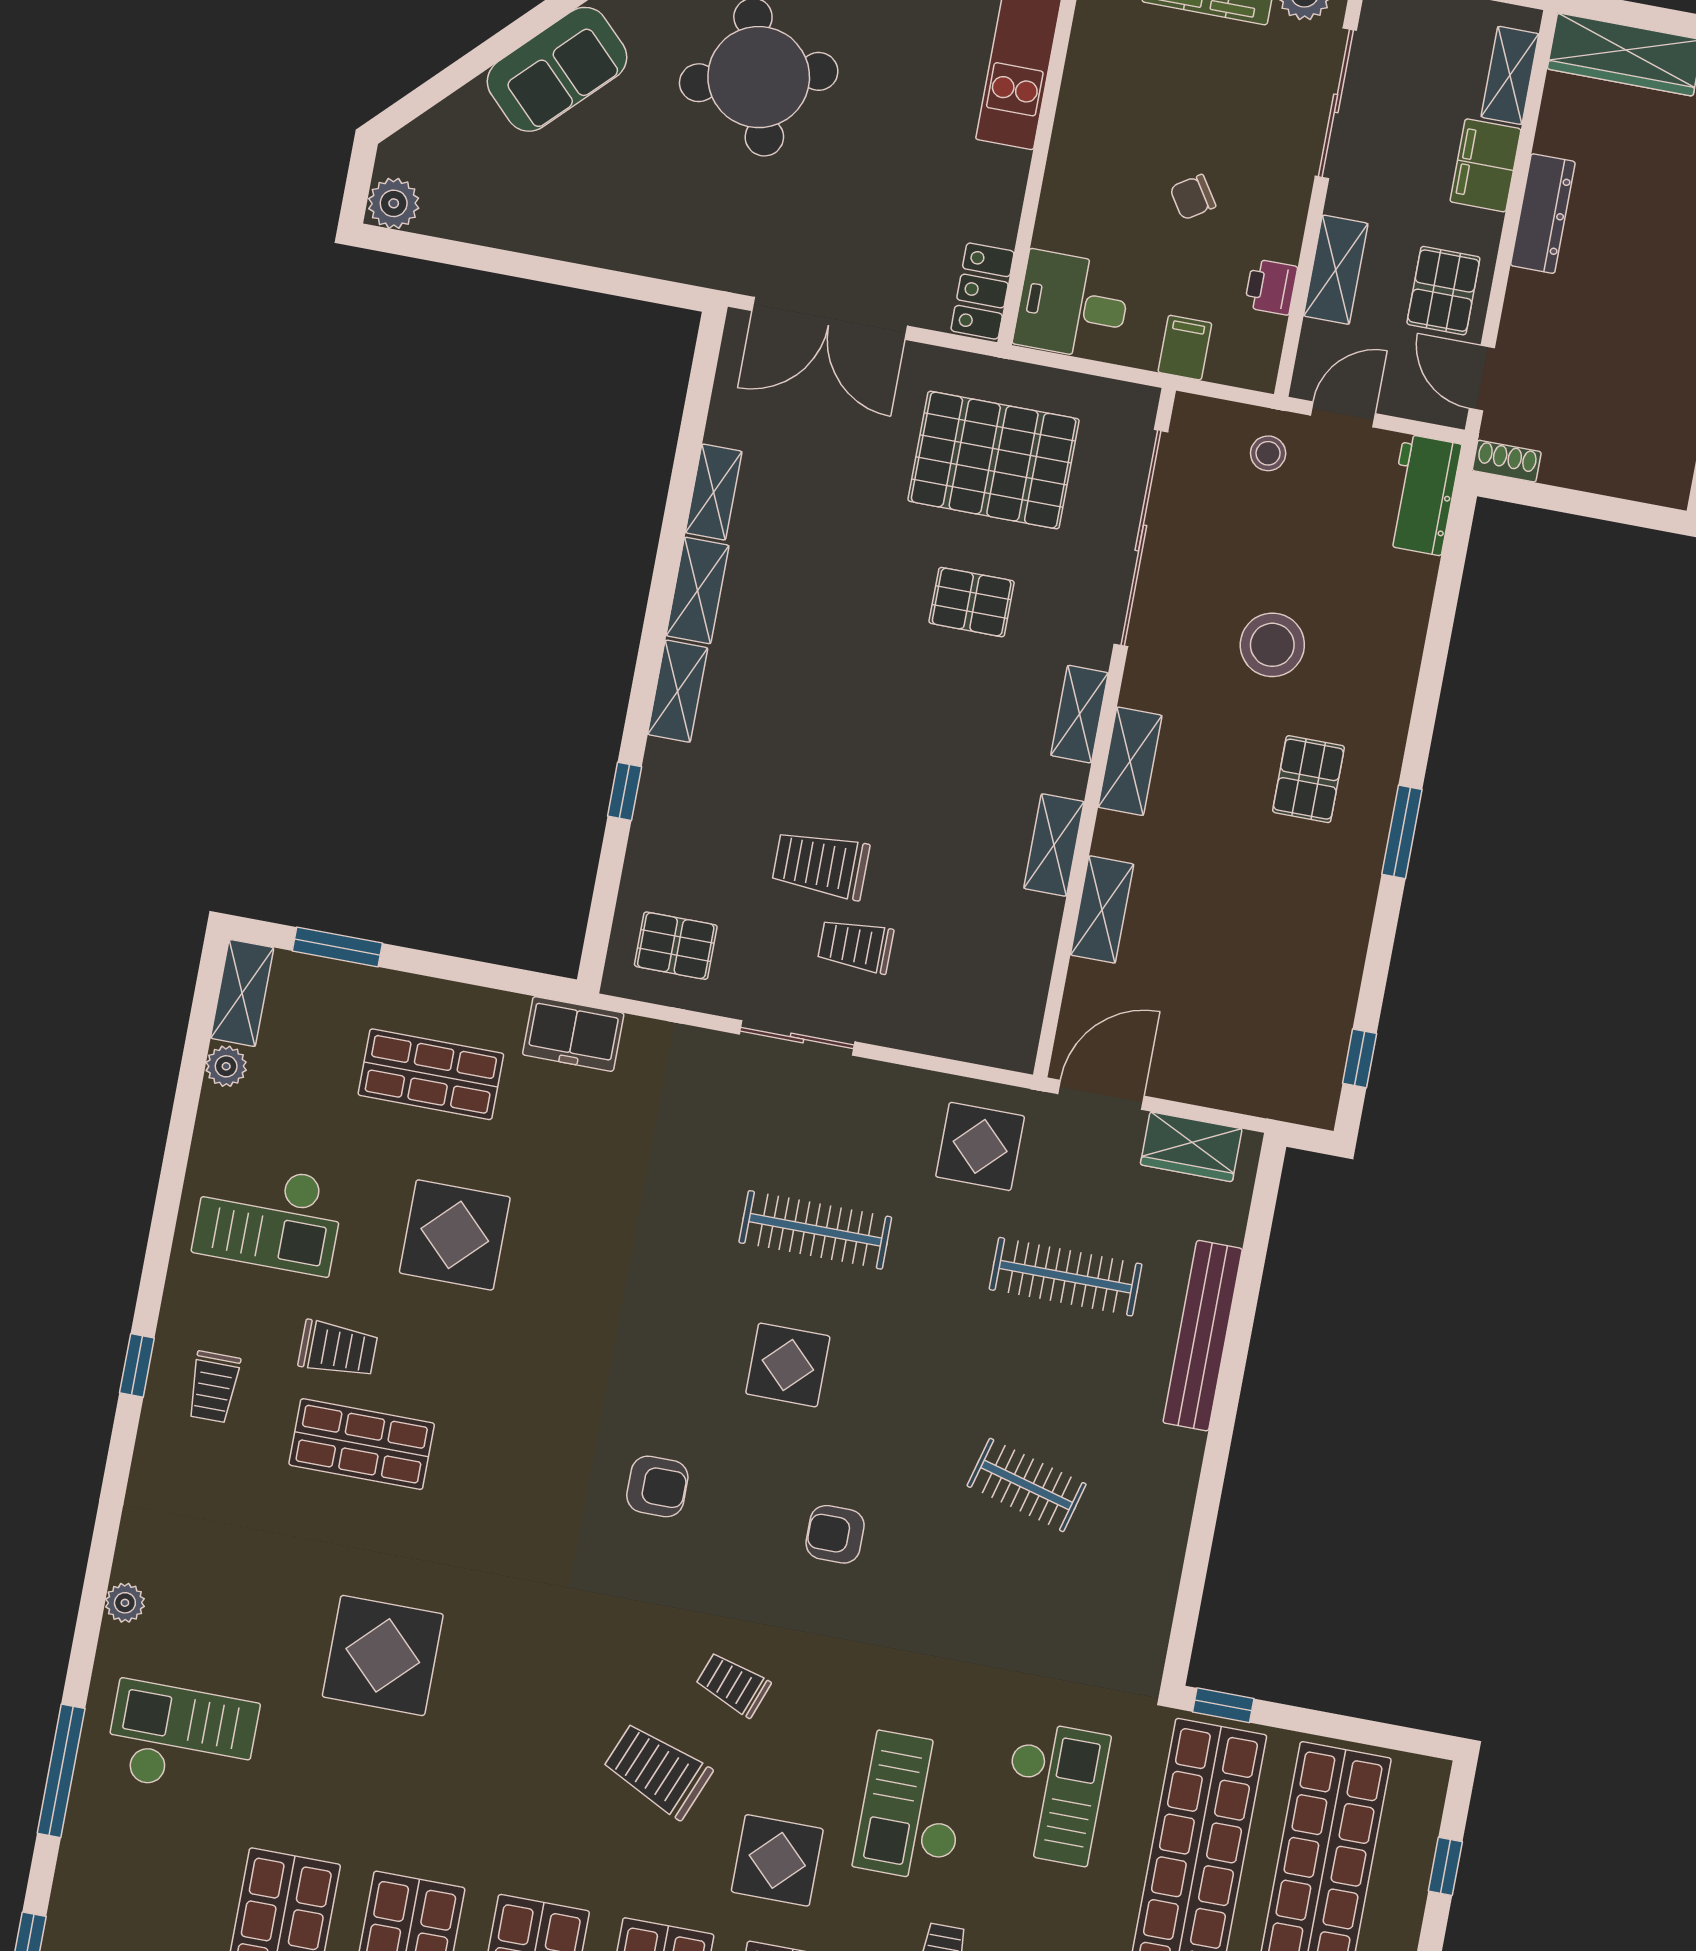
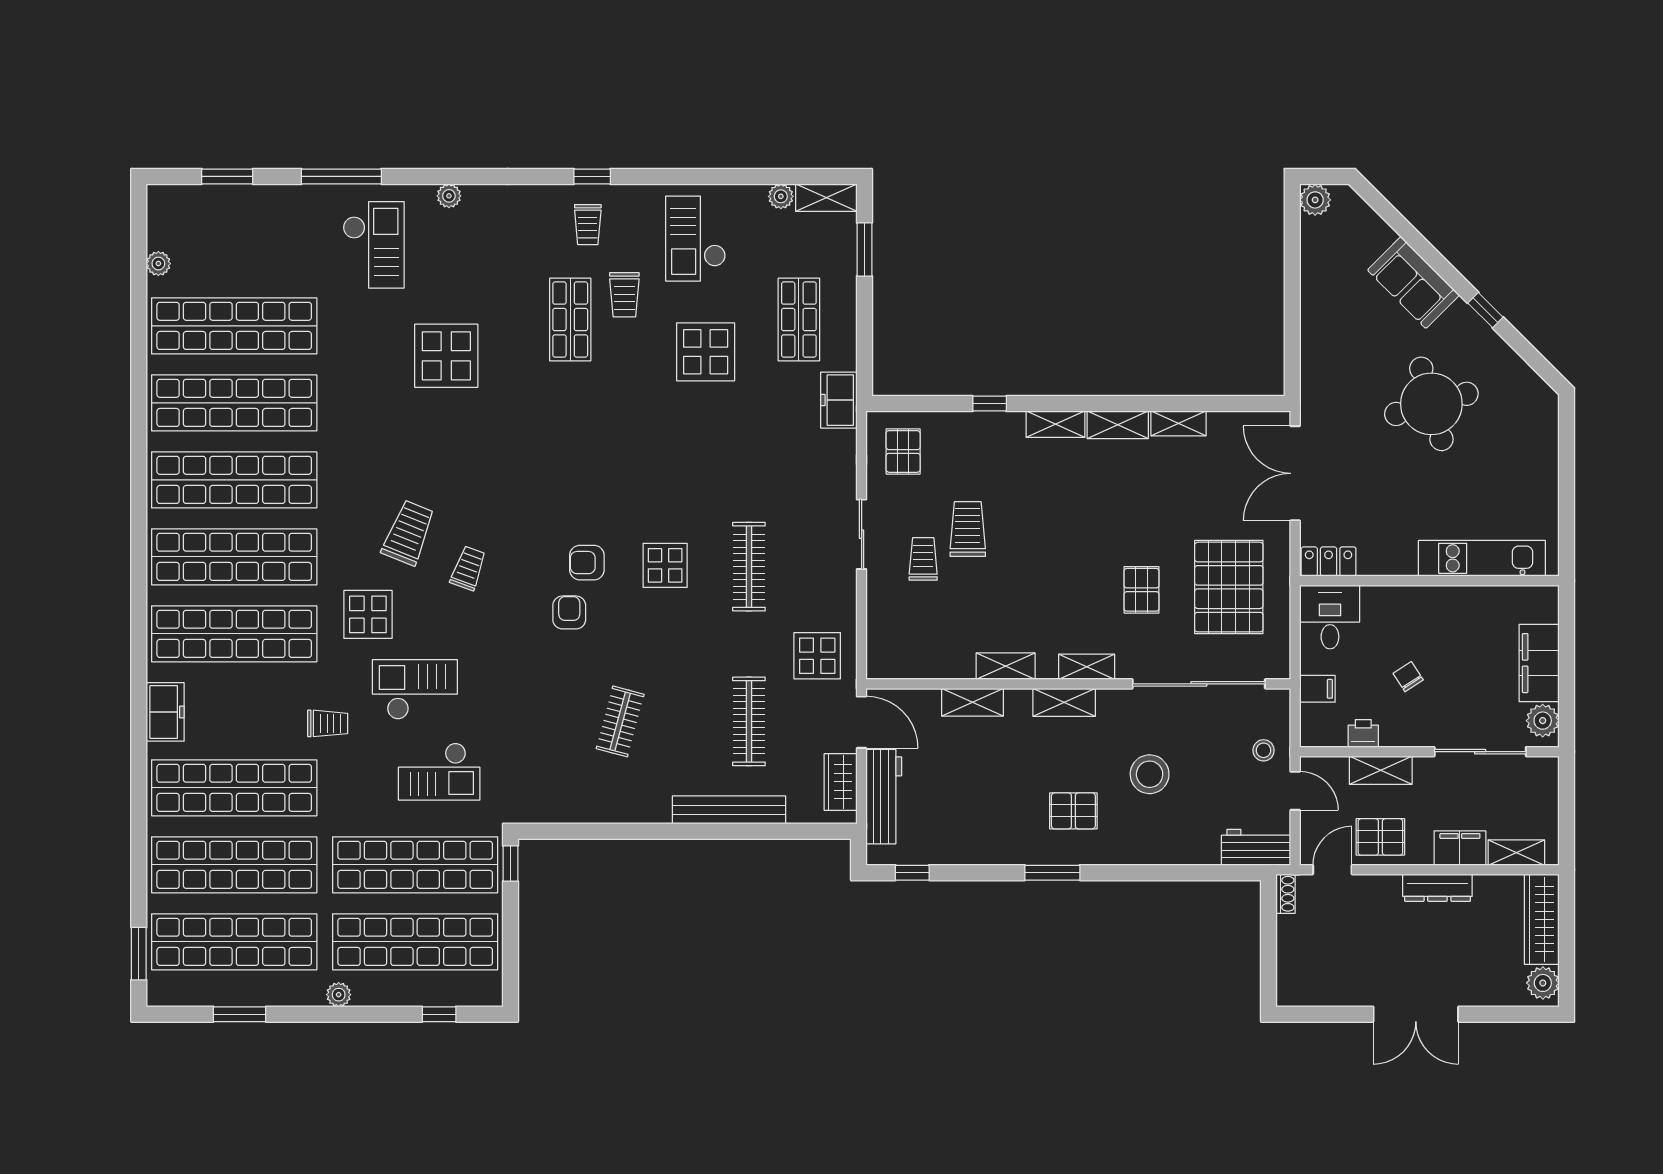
workbench: (1228, 1081) -> (884, 797), added
trolley: (214, 1387) -> (588, 225), turned -90
armchair: (657, 1486) -> (587, 563), moved, turned 90

